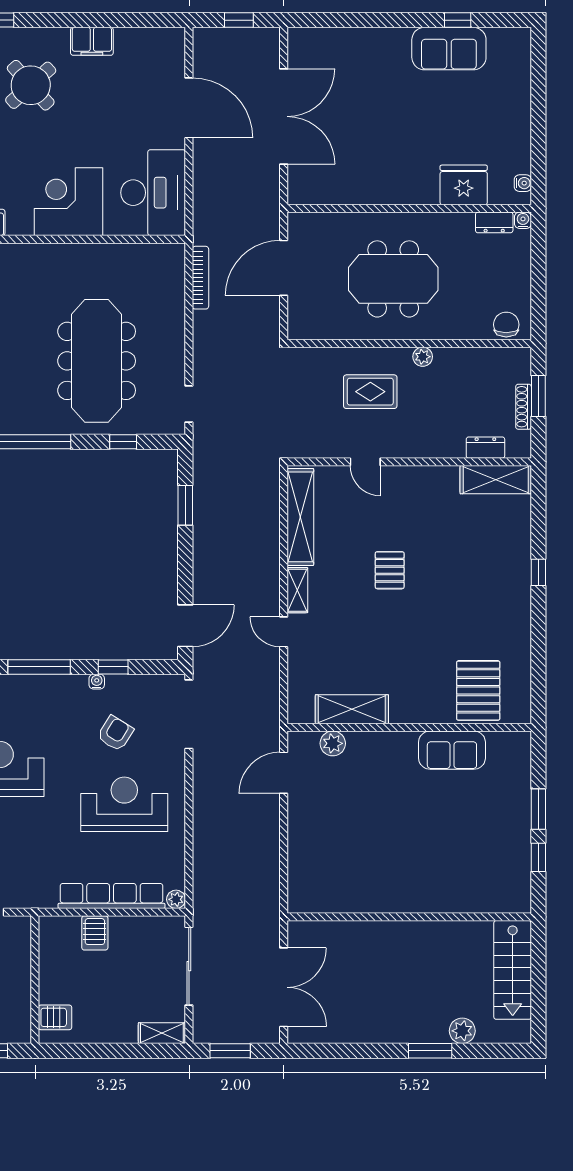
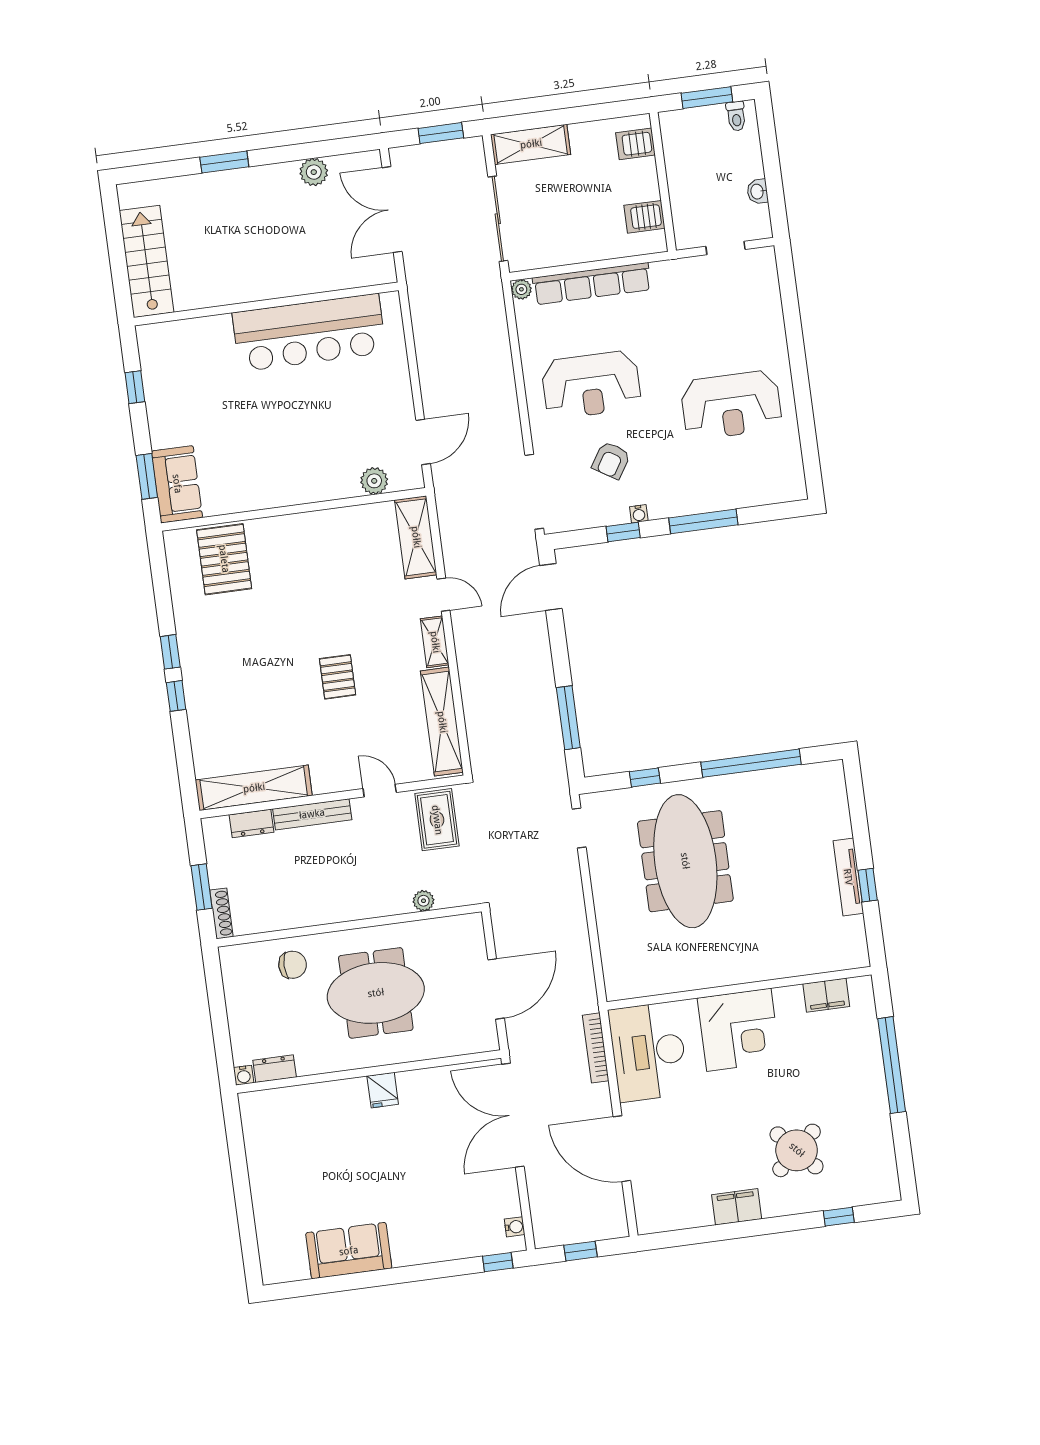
window: (458, 20) -> (498, 1262), moved
double door: (284, 116) -> (513, 1115), moved
water cooler: (523, 183) -> (515, 1227), moved, turned 180
fridge: (464, 185) -> (383, 1090), moved, width x0.53, depth x0.75
bookcase: (200, 278) -> (596, 1048), moved
chair: (506, 325) -> (293, 965), moved, turned -90
plant: (423, 357) -> (423, 901), moved
rug: (370, 392) -> (437, 820), moved, turned 90
shoe rack: (524, 407) -> (221, 913), moved
bench: (429, 449) -> (312, 814), added
shelving: (496, 480) -> (254, 788), width x1.47
window: (185, 505) -> (568, 718), width x1.44
window: (538, 613) -> (170, 652), added
shelving: (352, 709) -> (416, 537), moved, turned 90
sofa: (452, 750) -> (177, 484), moved, turned 90
window: (538, 809) -> (147, 476), moved
bar counter: (374, 886) -> (309, 333), added
server rack: (95, 933) -> (644, 217), moved, turned -90
plant: (462, 1031) -> (314, 172), moved
shelving: (162, 1033) -> (531, 144), width x1.50, depth x1.33

